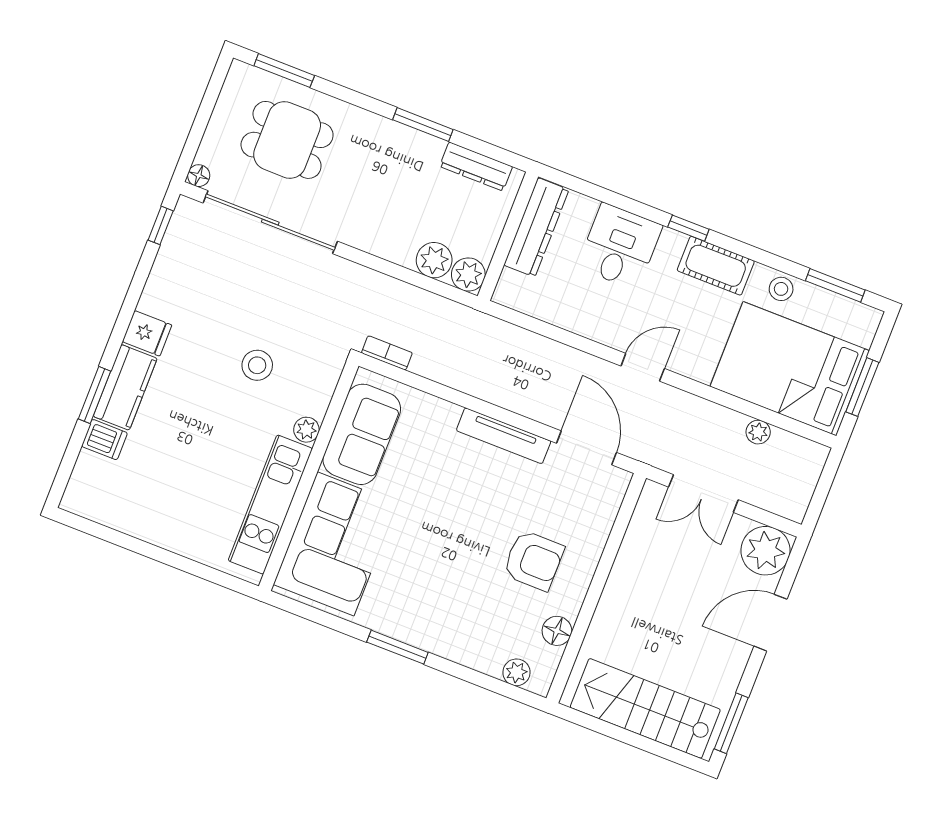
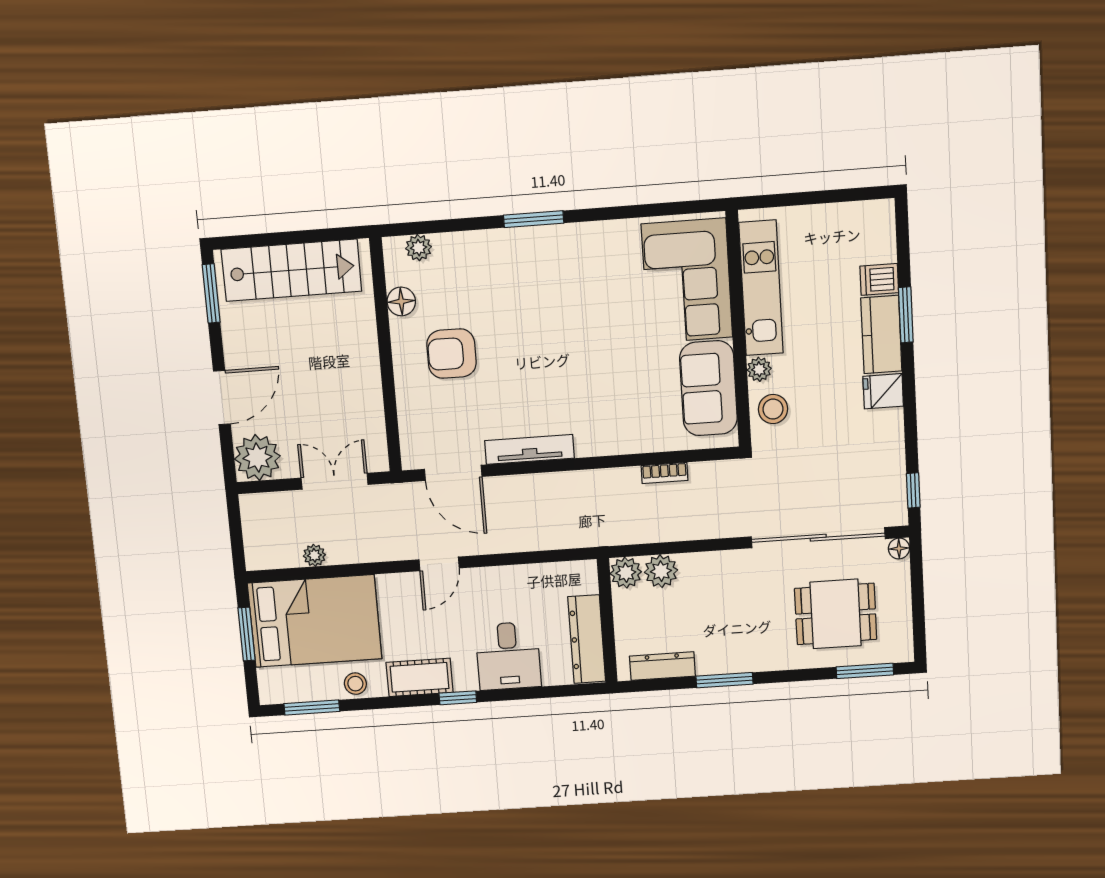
plant: (306, 430) -> (759, 369), moved
sofa: (362, 434) -> (708, 388), moved
wall: (309, 476) -> (738, 329), moved
kitchen unit: (270, 505) -> (761, 288), moved
corner sofa: (336, 544) -> (687, 281), moved

